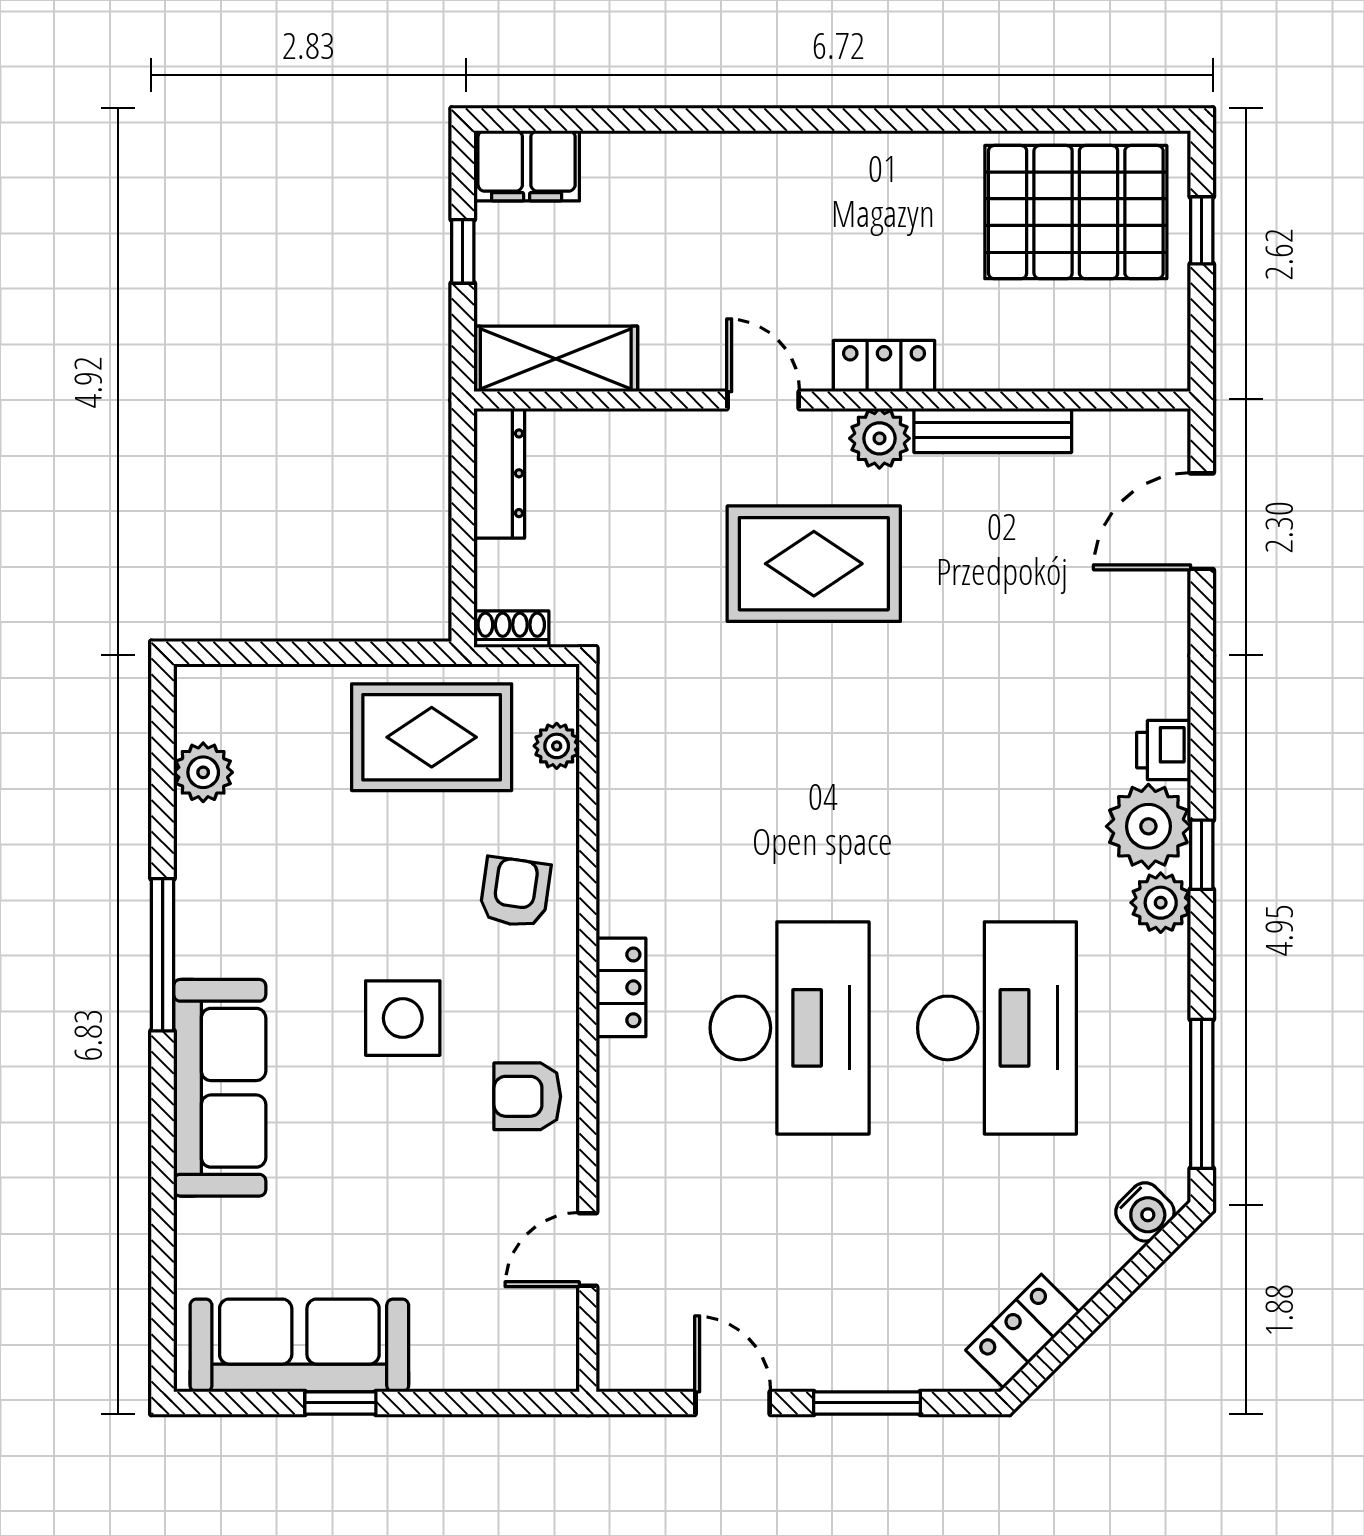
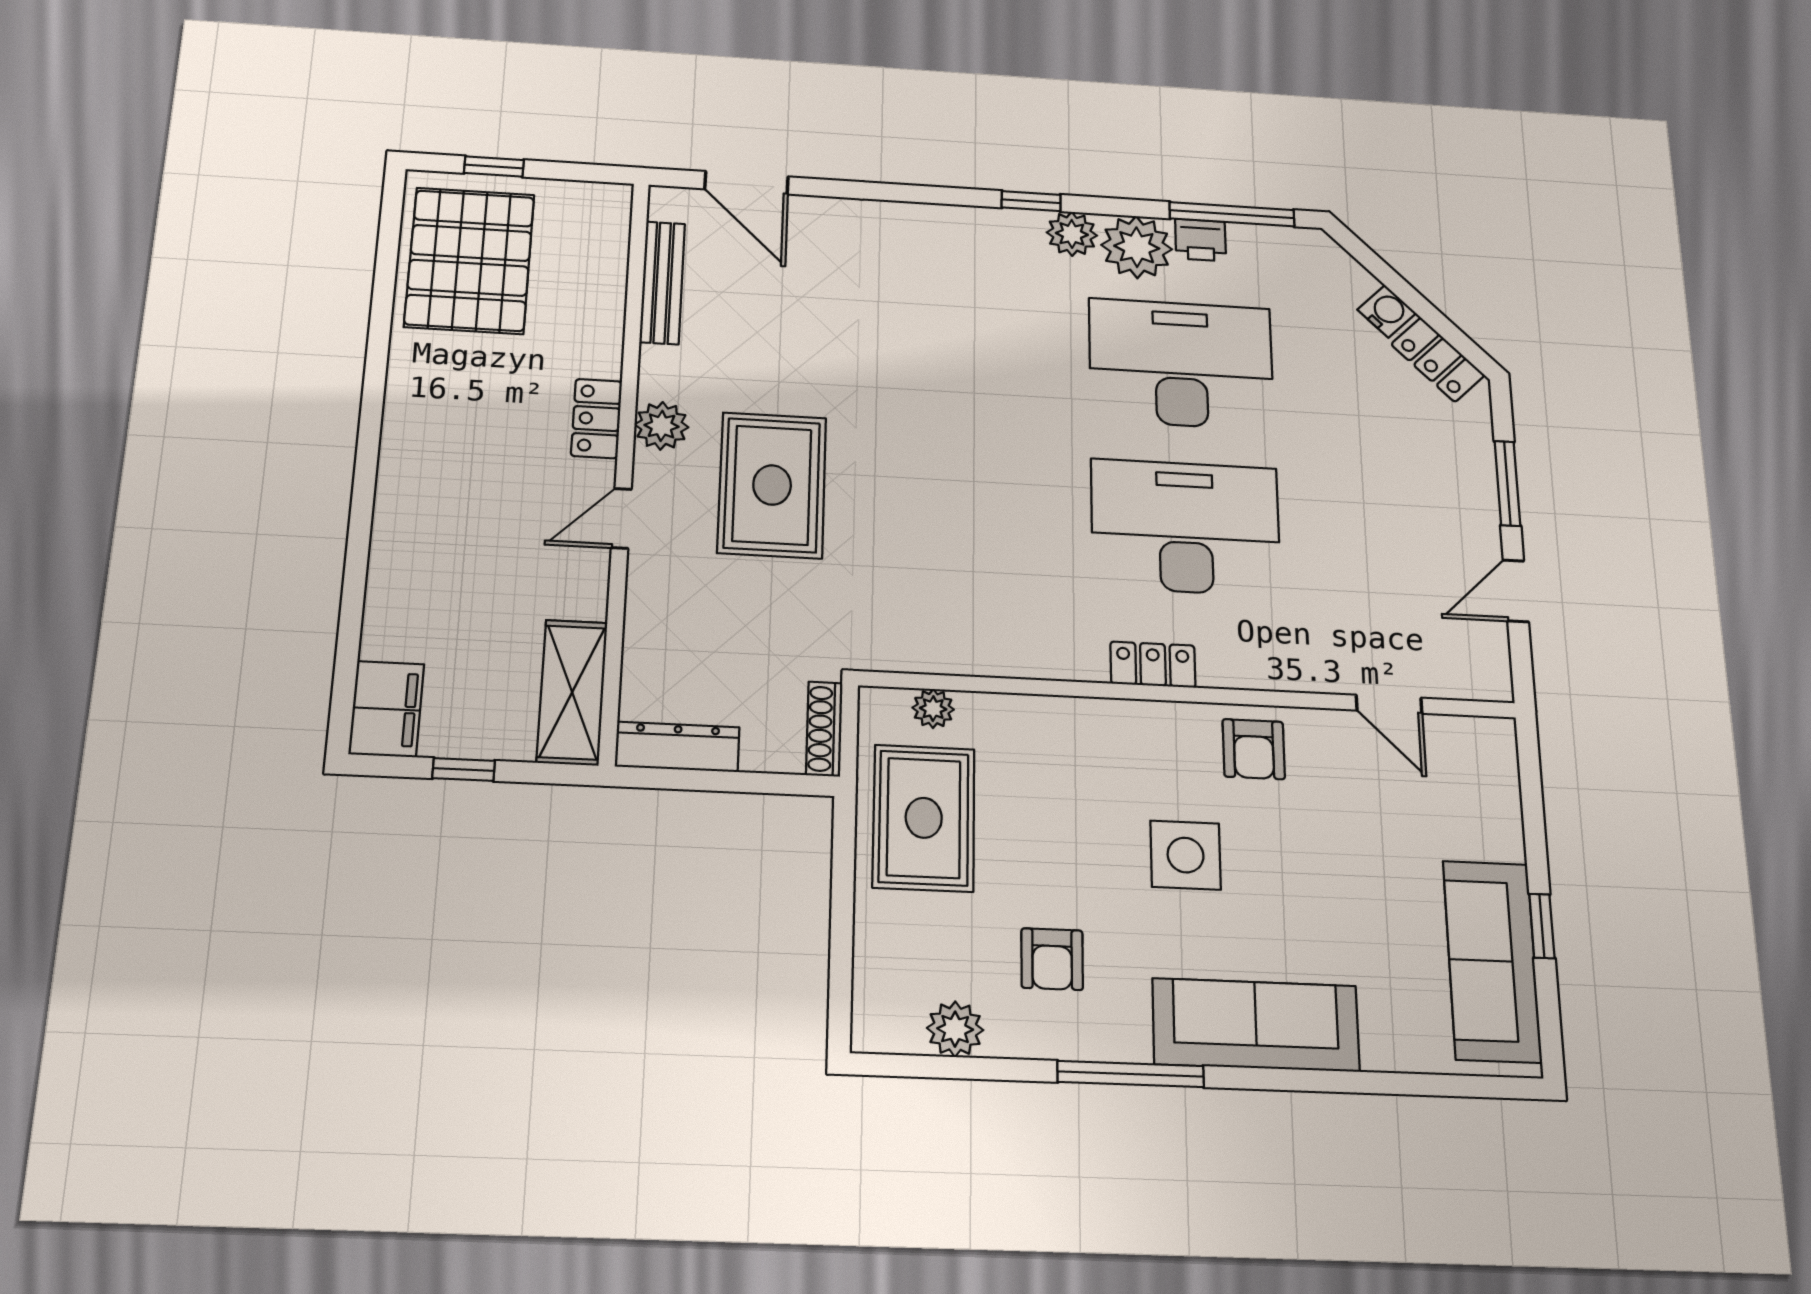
bench: (993, 430) -> (662, 283), moved
shoe rack: (511, 629) -> (824, 729), width x1.43
printer: (1164, 750) -> (1201, 240), moved
plant: (1148, 826) -> (1137, 247), moved
armchair: (515, 892) -> (1052, 959), moved, turned -98
water cooler: (1145, 1212) -> (1387, 311), moved

